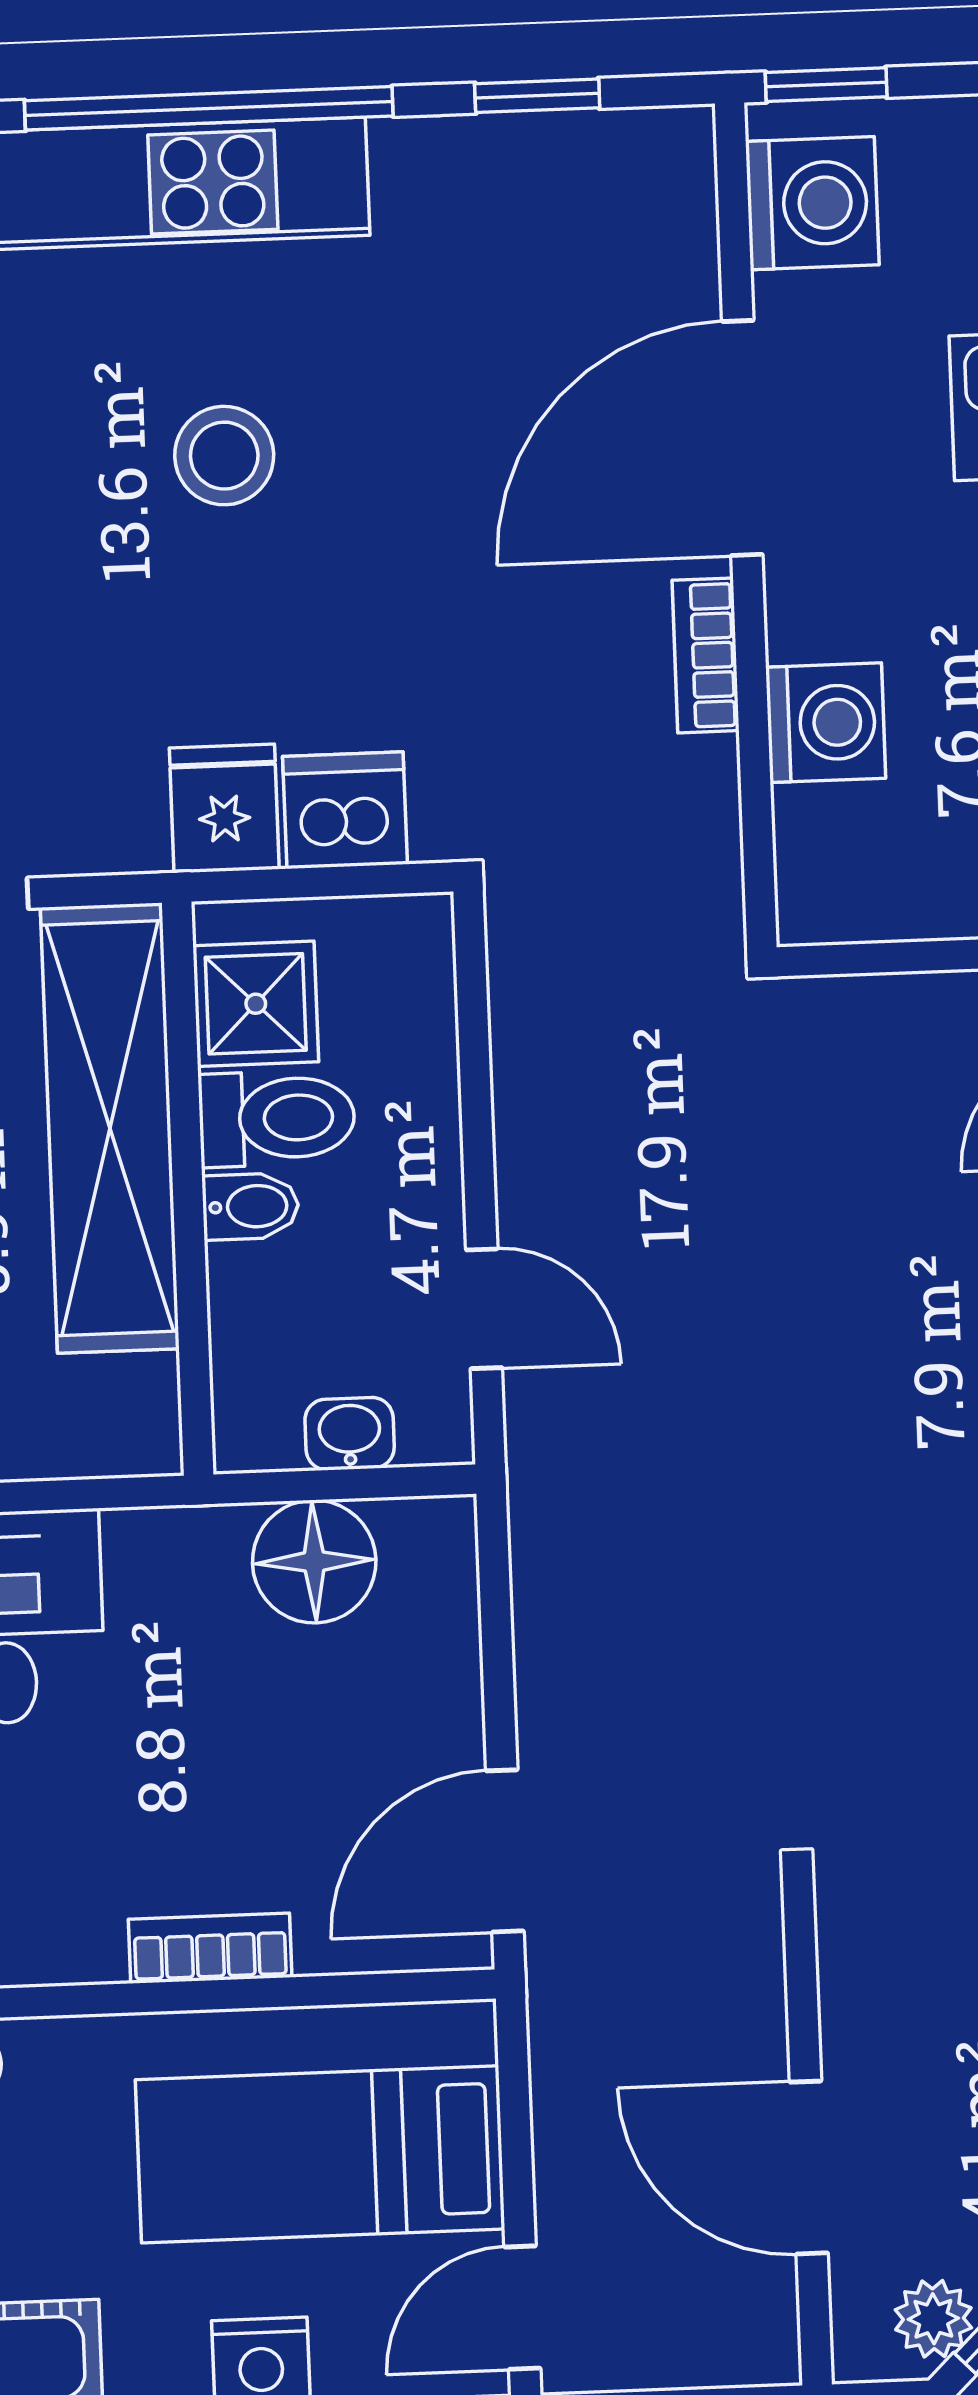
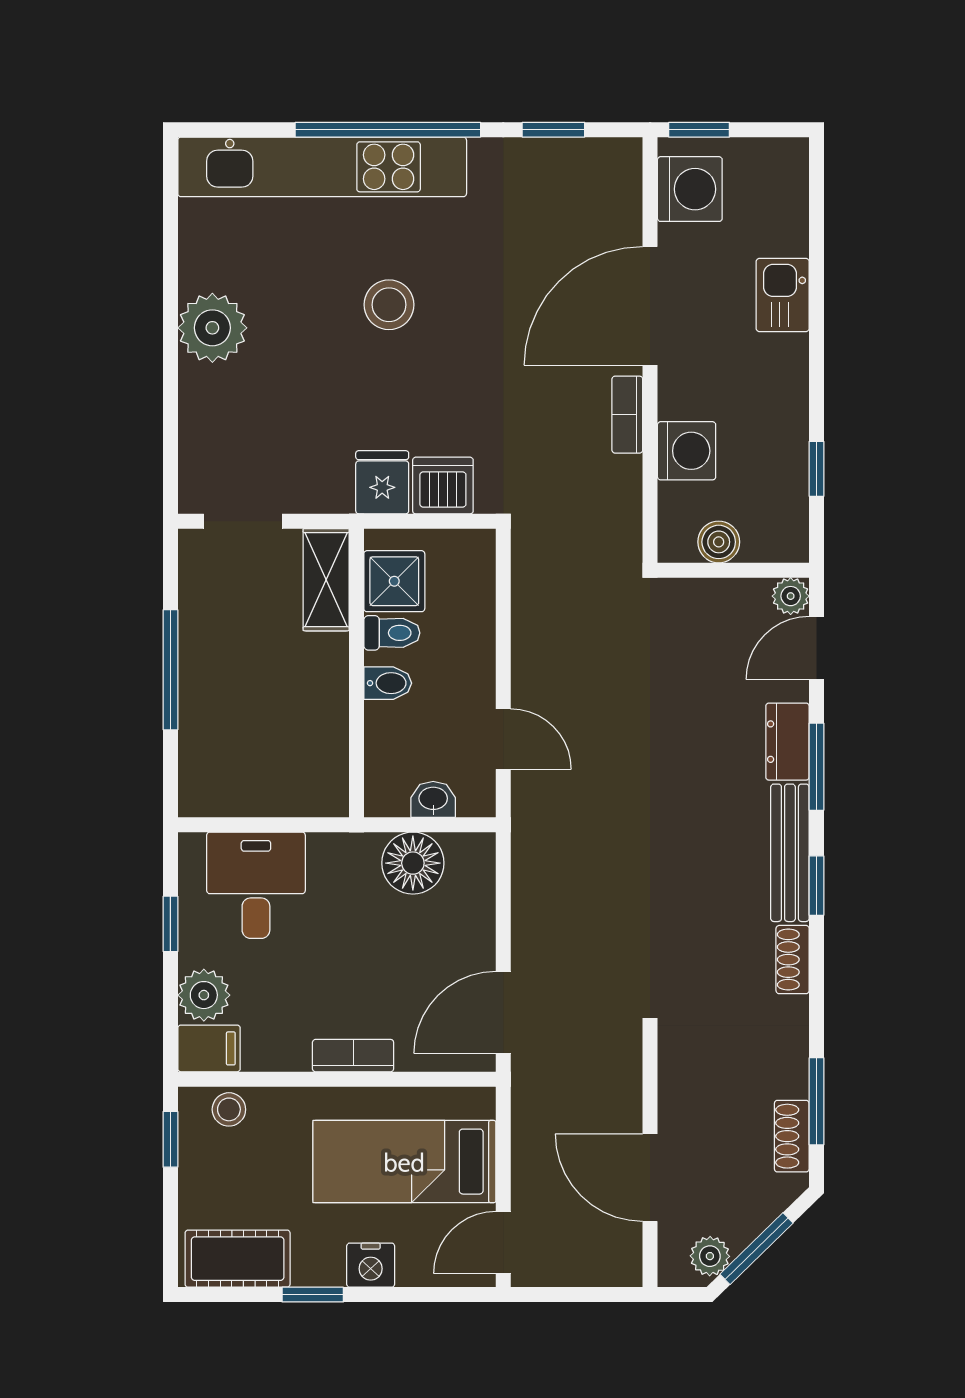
boiler: (896, 901) -> (719, 542), added
toilet: (277, 1118) -> (392, 633), width x0.73, depth x0.72
shelving: (110, 1128) -> (326, 580), width x0.45, depth x0.75

